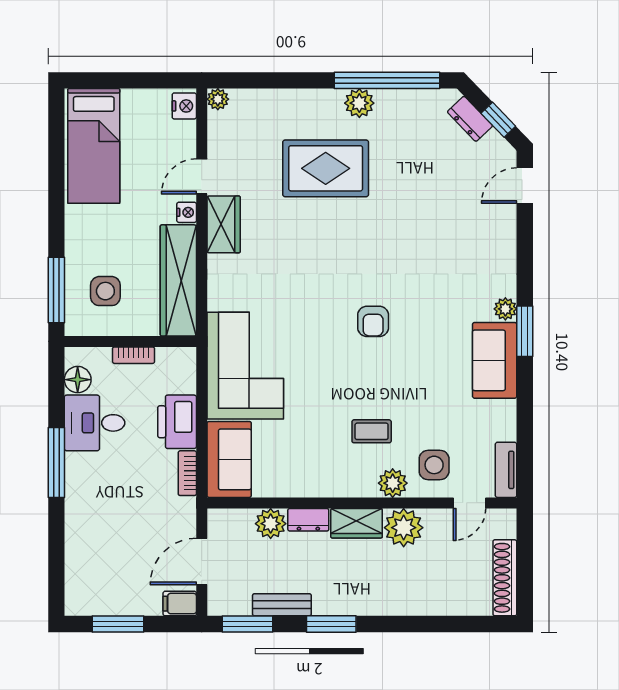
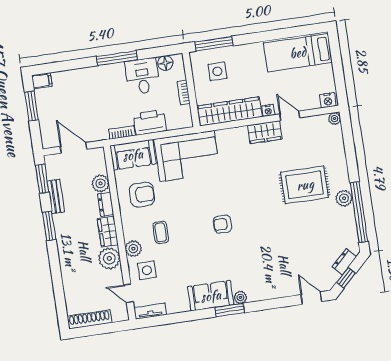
rug: (326, 168) -> (305, 185), turned 90
armchair: (301, 454) -> (142, 195), added
filing cabinet: (180, 604) -> (42, 81), moved, turned 90

